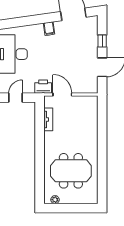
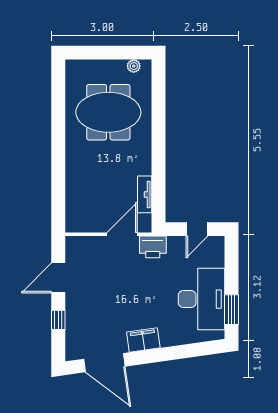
filing cabinet: (49, 29) -> (143, 340), width x2.00
door: (62, 95) -> (122, 234), swing flipped

